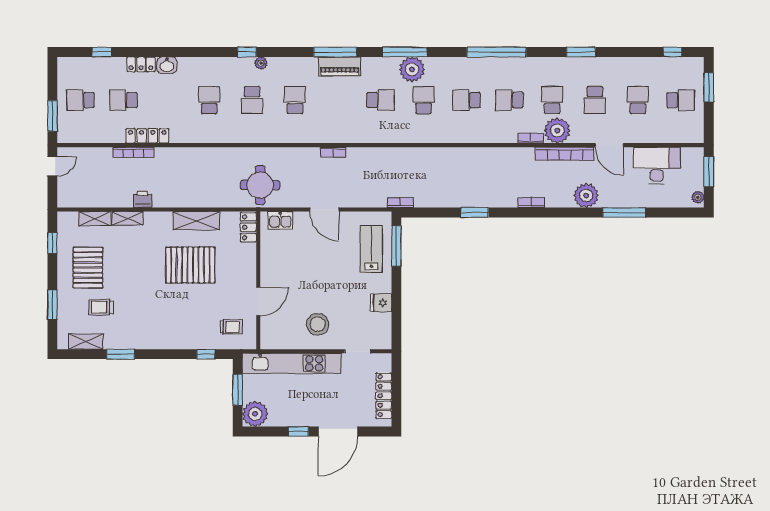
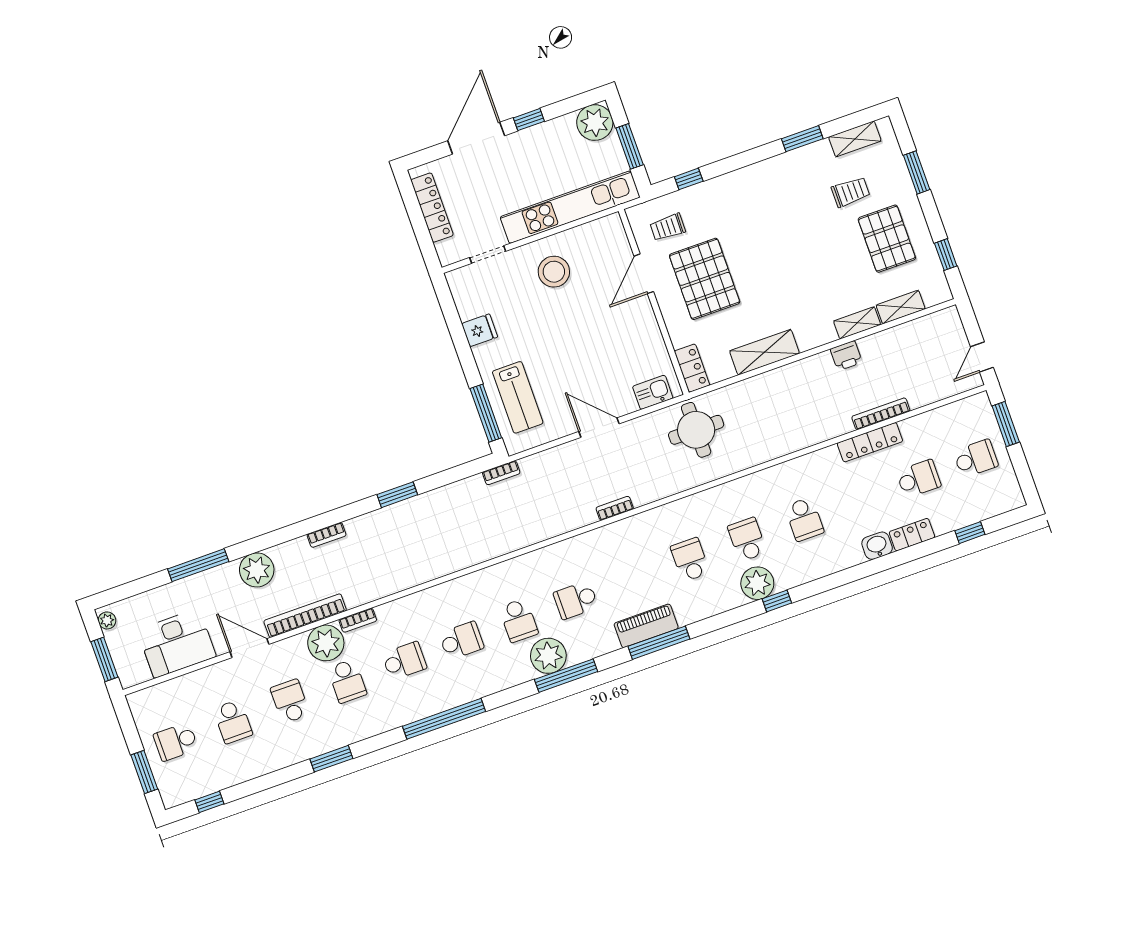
plant: (261, 63) -> (757, 583), width x1.87, depth x1.87
school desk: (295, 100) -> (690, 560), turned 180
pallet: (190, 265) -> (705, 279), moved, turned 90

